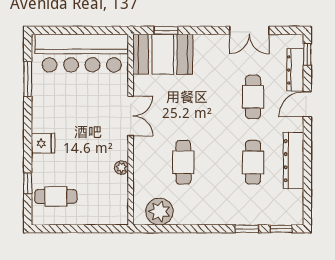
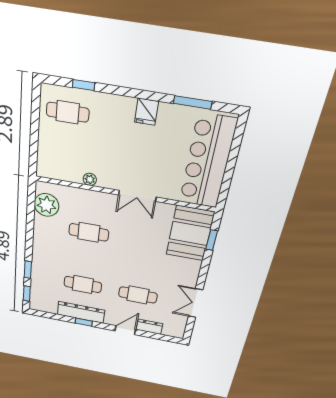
window: (307, 54) -> (84, 322), moved
dresser: (295, 70) -> (149, 327), width x0.70
door: (307, 104) -> (125, 330), hinge flipped
fridge: (43, 143) -> (146, 112), moved
cafe table: (56, 196) -> (68, 112), turned 90

